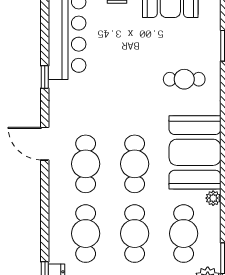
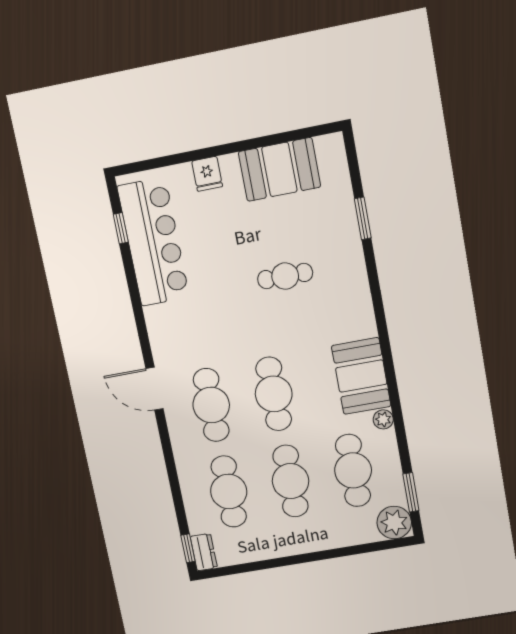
window: (45, 77) -> (121, 228), moved
cafe table: (184, 79) -> (285, 276), moved
booth: (195, 152) -> (361, 376), width x0.73, depth x0.70

